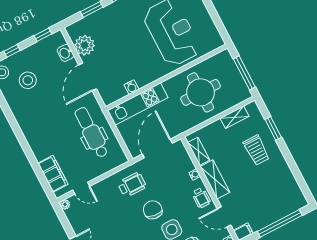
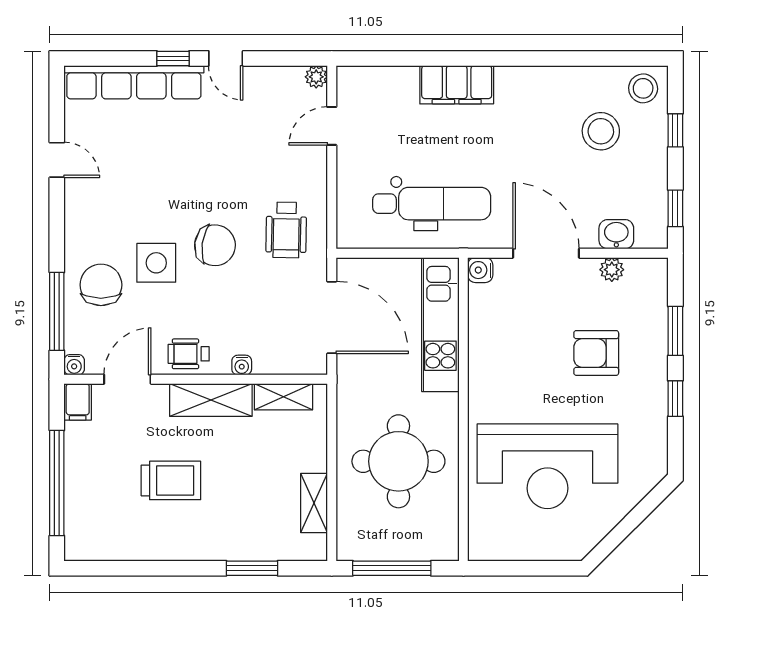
armchair: (117, 36) -> (596, 353), added
plant: (85, 45) -> (612, 270), width x0.53, depth x0.53
water cooler: (131, 87) -> (480, 270), moved
trolley: (256, 150) -> (171, 480), moved, turned 180
filing cabinet: (53, 174) -> (457, 85), moved

